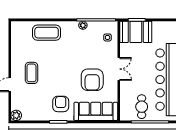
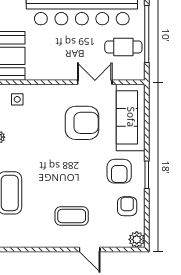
double door: (119, 69) -> (95, 82), moved
armchair: (61, 104) -> (119, 171), turned -90
armchair: (38, 109) -> (127, 206), added

